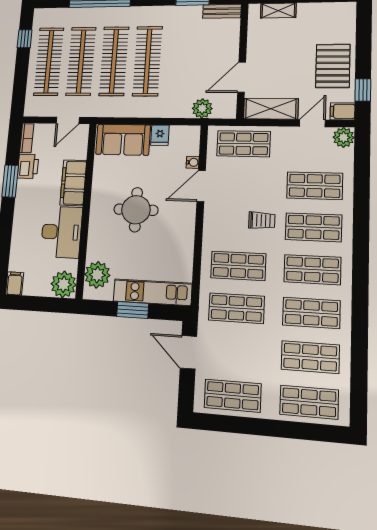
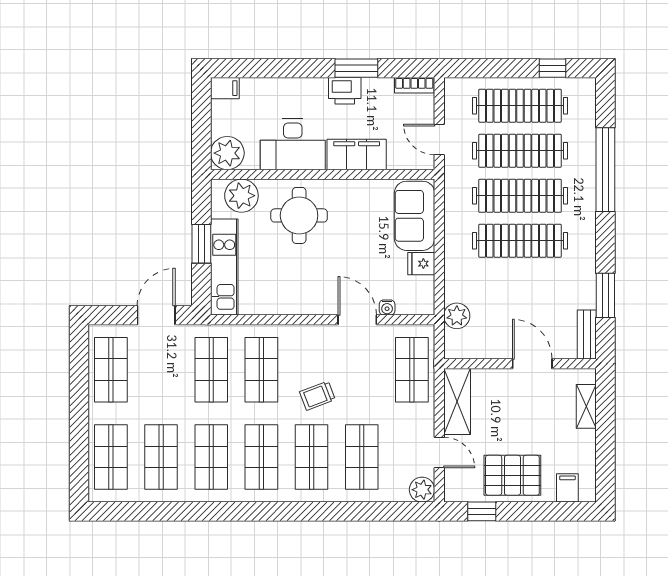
door: (242, 77) -> (532, 364), moved
filing cabinet: (343, 111) -> (567, 488), moved
printer: (28, 166) -> (345, 91), moved
round table: (136, 210) -> (299, 215), moved
trolley: (262, 220) -> (317, 396), turned 69

